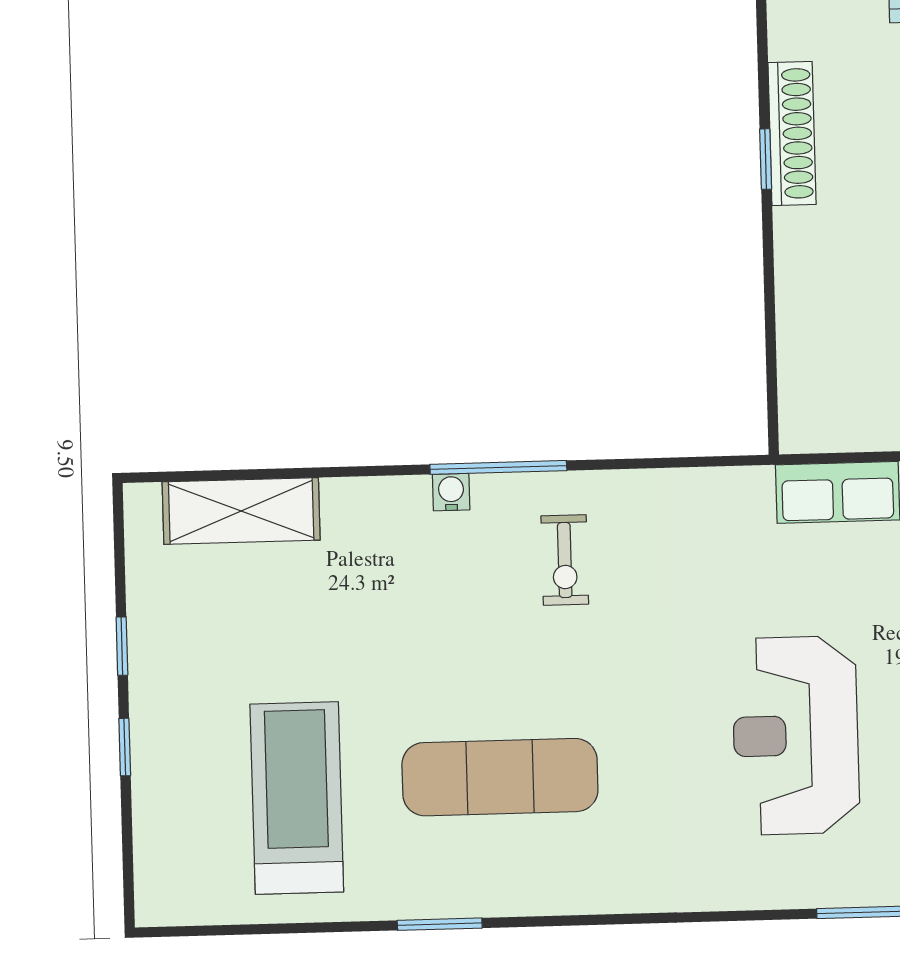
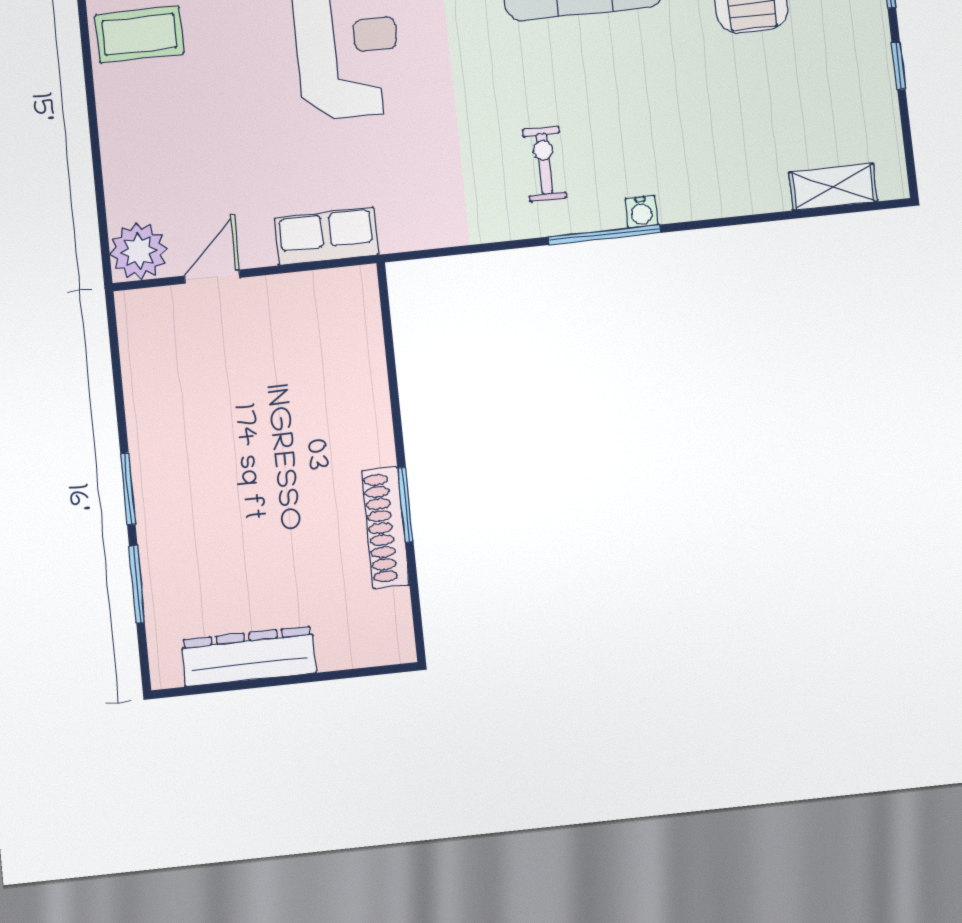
window: (766, 159) -> (405, 505), width x1.50
shelving: (241, 511) -> (833, 187), width x0.67, depth x0.75

